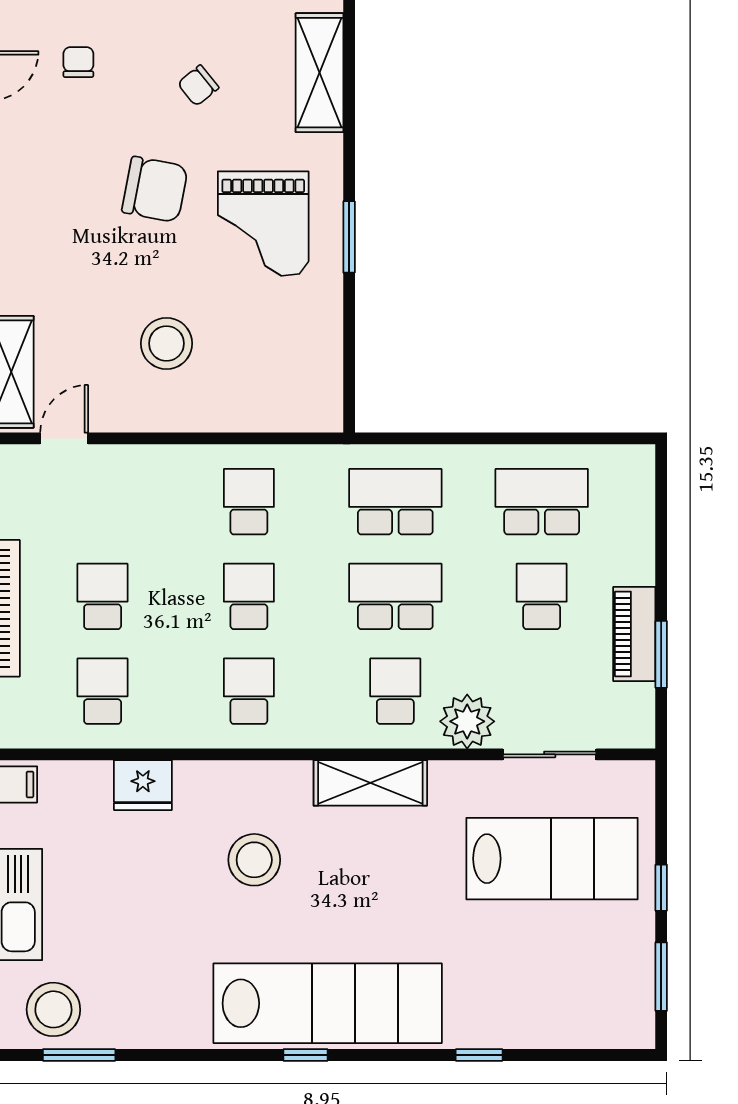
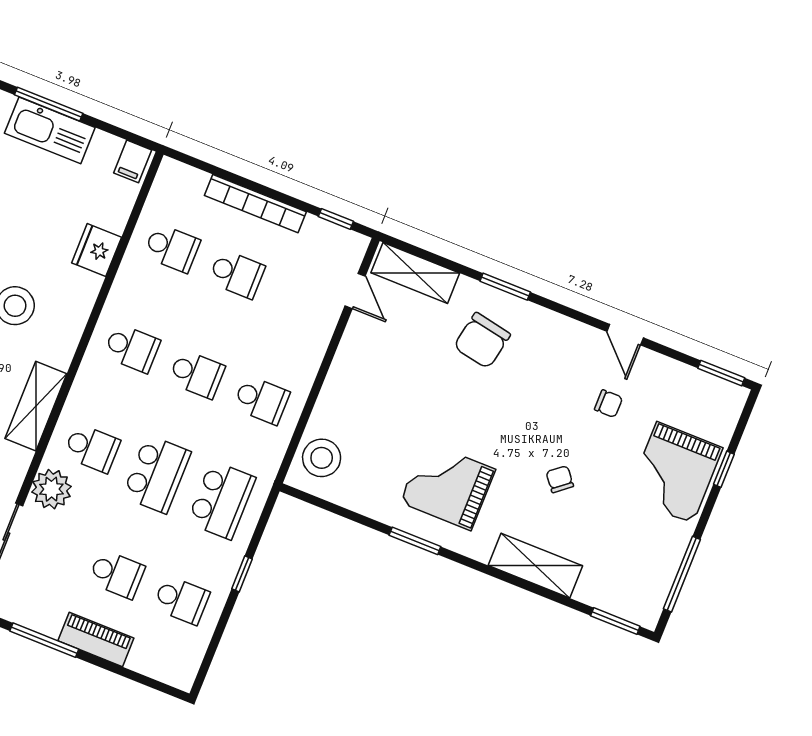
chair: (155, 189) -> (482, 341), moved
stool: (166, 343) -> (322, 458), moved
window: (478, 438) -> (242, 574), added
school desk: (542, 502) -> (181, 600), width x0.54
piano: (634, 634) -> (96, 639), moved
window: (661, 654) -> (44, 640), width x1.44

